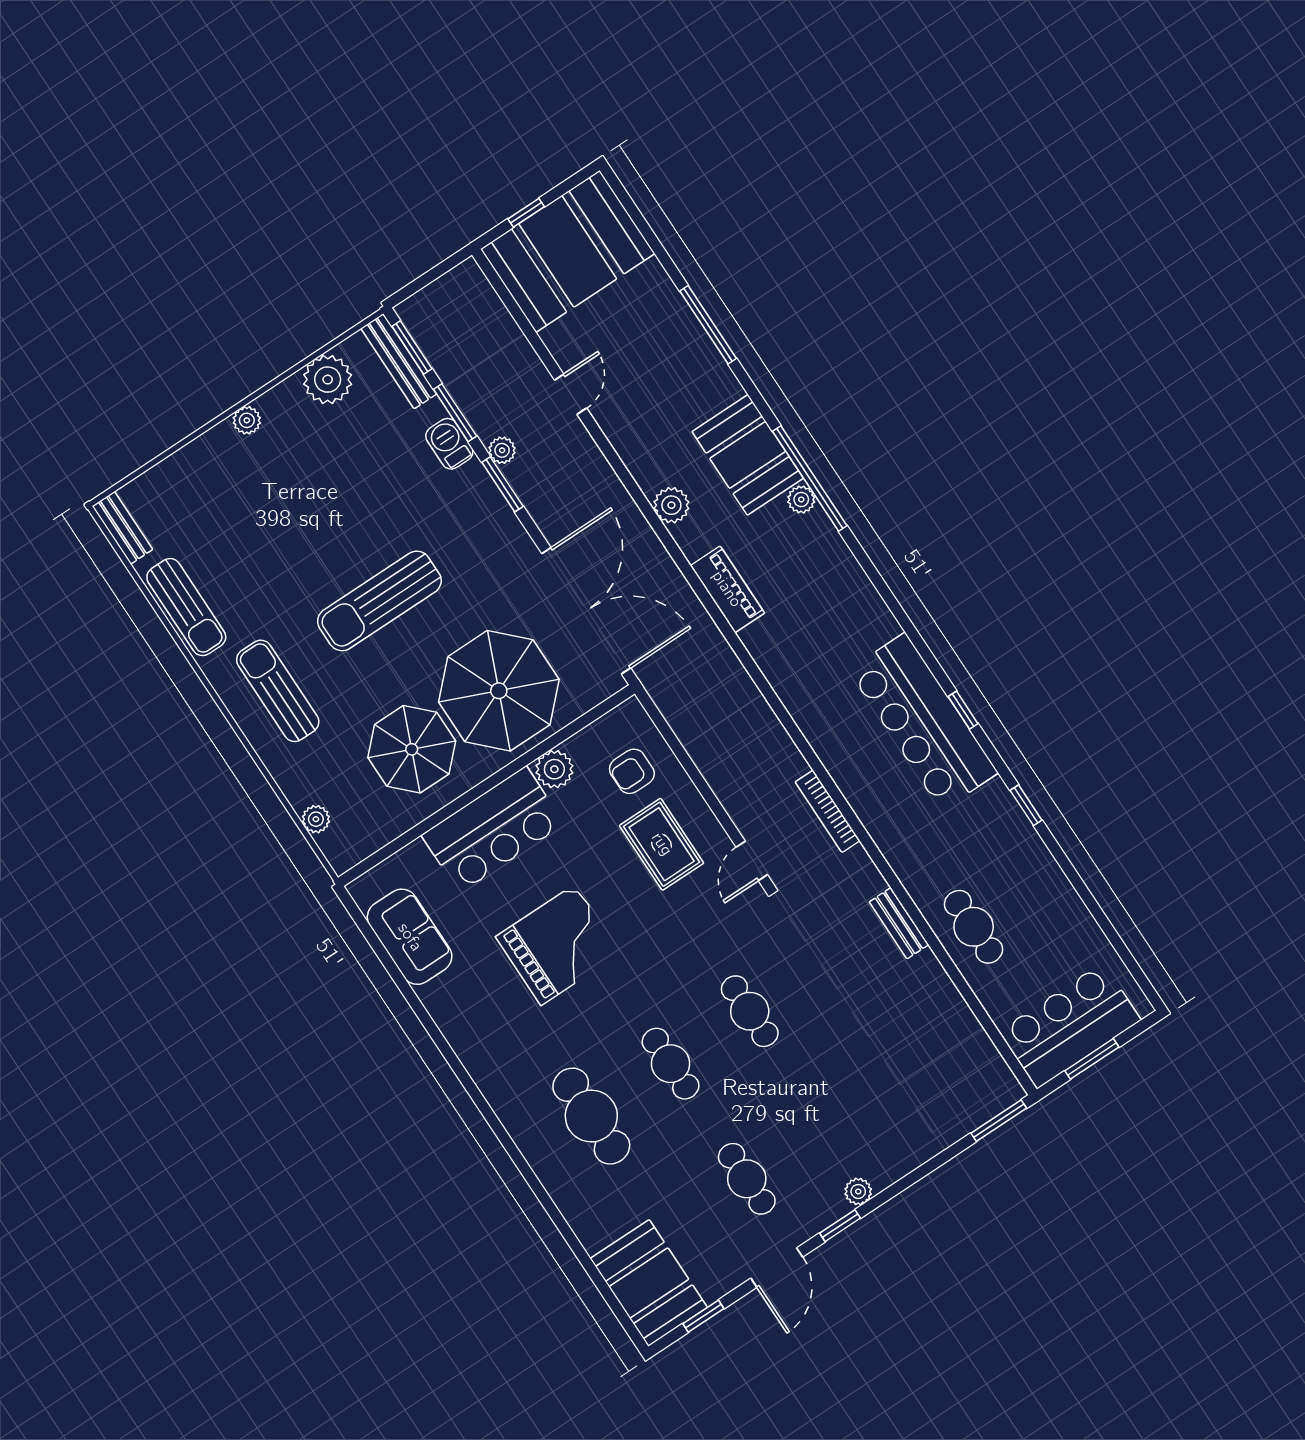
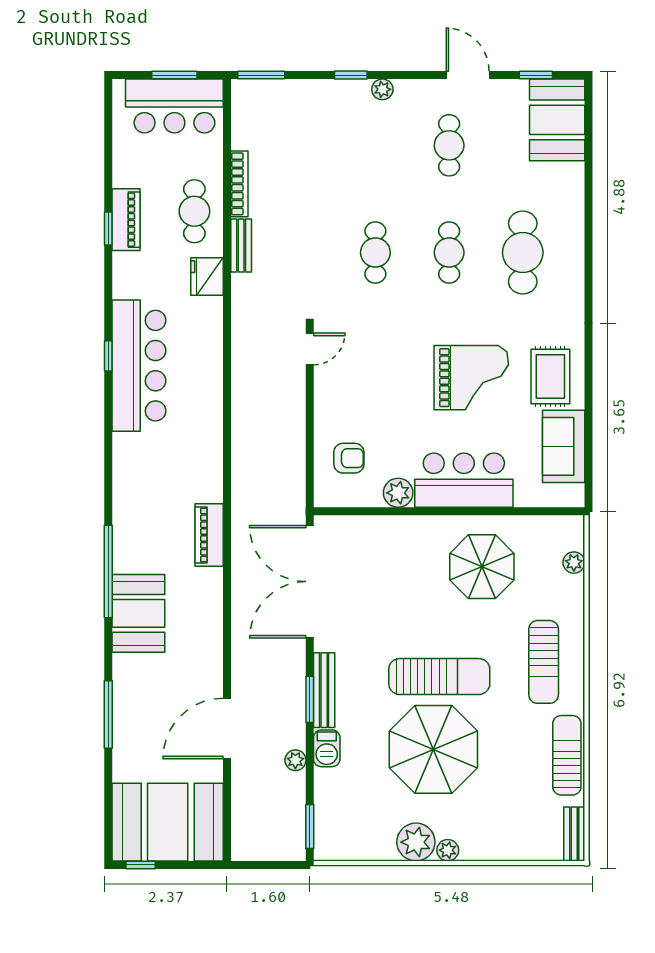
window: (526, 213) -> (141, 865), moved
bench: (399, 361) -> (324, 690), moved
plant: (328, 380) -> (416, 842), moved
door: (571, 394) -> (227, 728), width x1.88
window: (455, 413) -> (310, 766), removed
plant: (502, 450) -> (295, 760), moved
plant: (801, 500) -> (123, 562), removed
plant: (671, 505) -> (209, 613), removed
parasol: (499, 691) -> (433, 749), moved
window: (1026, 805) -> (108, 228), moved
bookcase: (828, 811) -> (239, 184), moved
rug: (662, 844) -> (550, 377), moved
fridge: (914, 866) -> (207, 276), added
piano: (1041, 869) -> (126, 220), added
grand piano: (558, 945) -> (471, 378), turned 180
window: (840, 1226) -> (351, 75), moved
door: (777, 1268) -> (468, 75), hinge flipped

